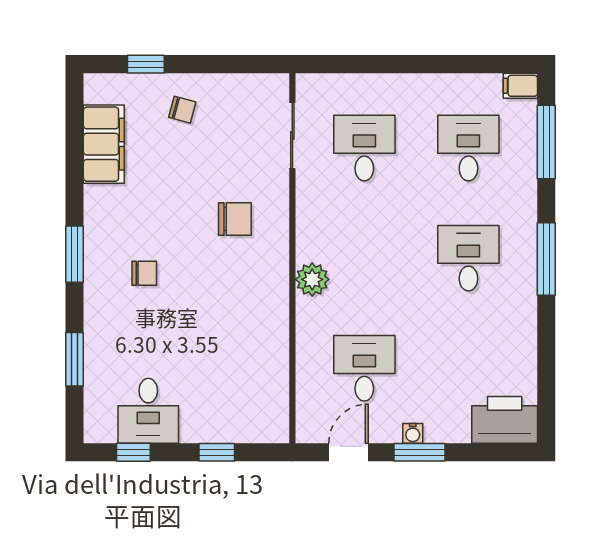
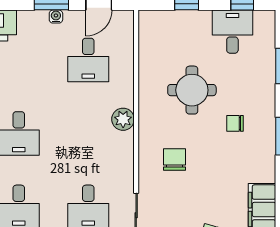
chair: (235, 219) -> (175, 160), turned 90
round table: (209, 323) -> (192, 90), added

